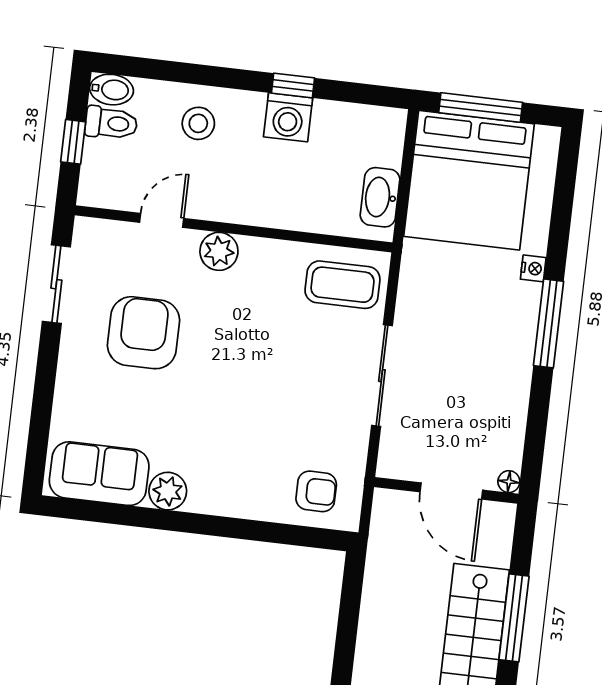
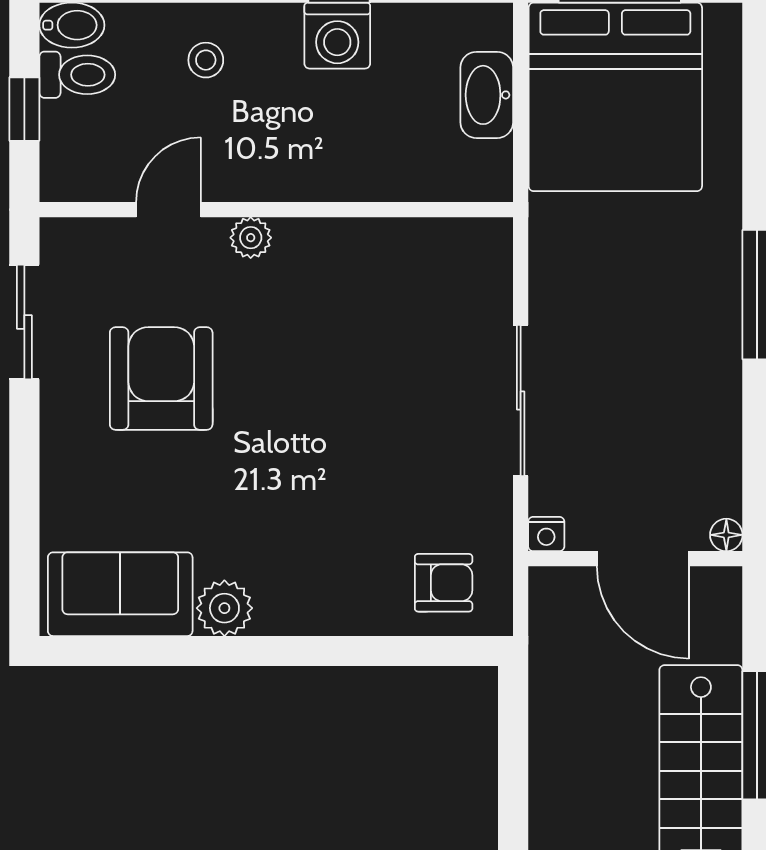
stool: (198, 123) -> (206, 60), width x0.73, depth x0.73
washbasin: (380, 197) -> (487, 95), moved
plant: (219, 251) -> (251, 238), width x0.73, depth x0.73
nightstand: (533, 268) -> (546, 534), moved, turned 90
coffee table: (342, 285) -> (447, 273), removed

